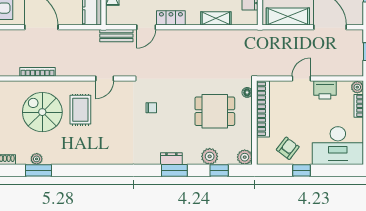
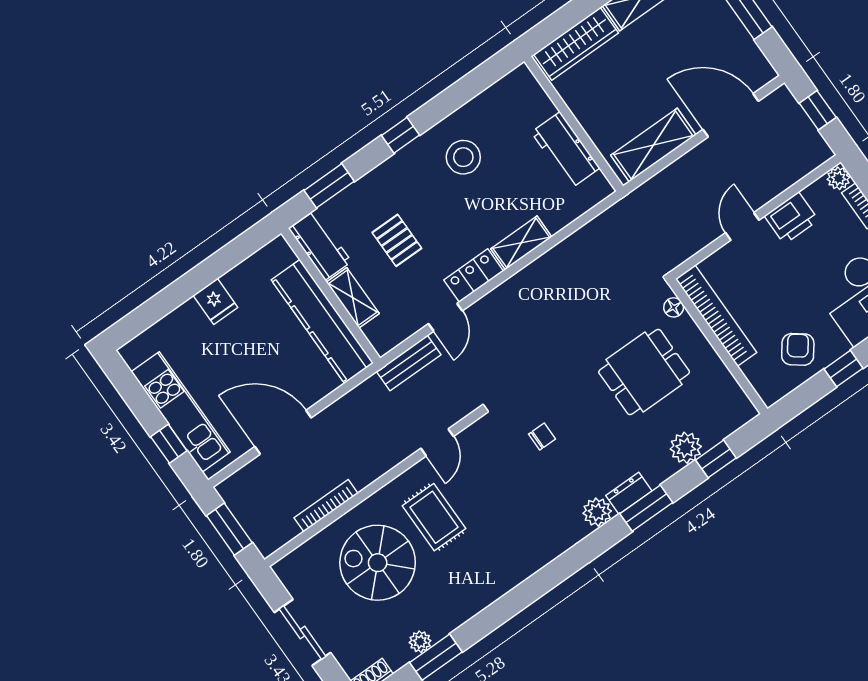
shelving: (216, 18) -> (521, 243), moved
plant: (245, 157) -> (597, 512), moved

